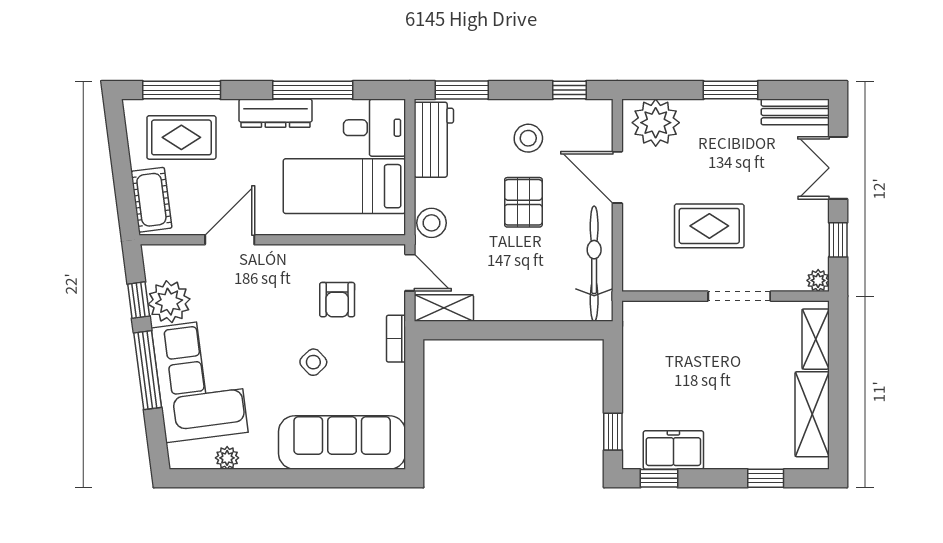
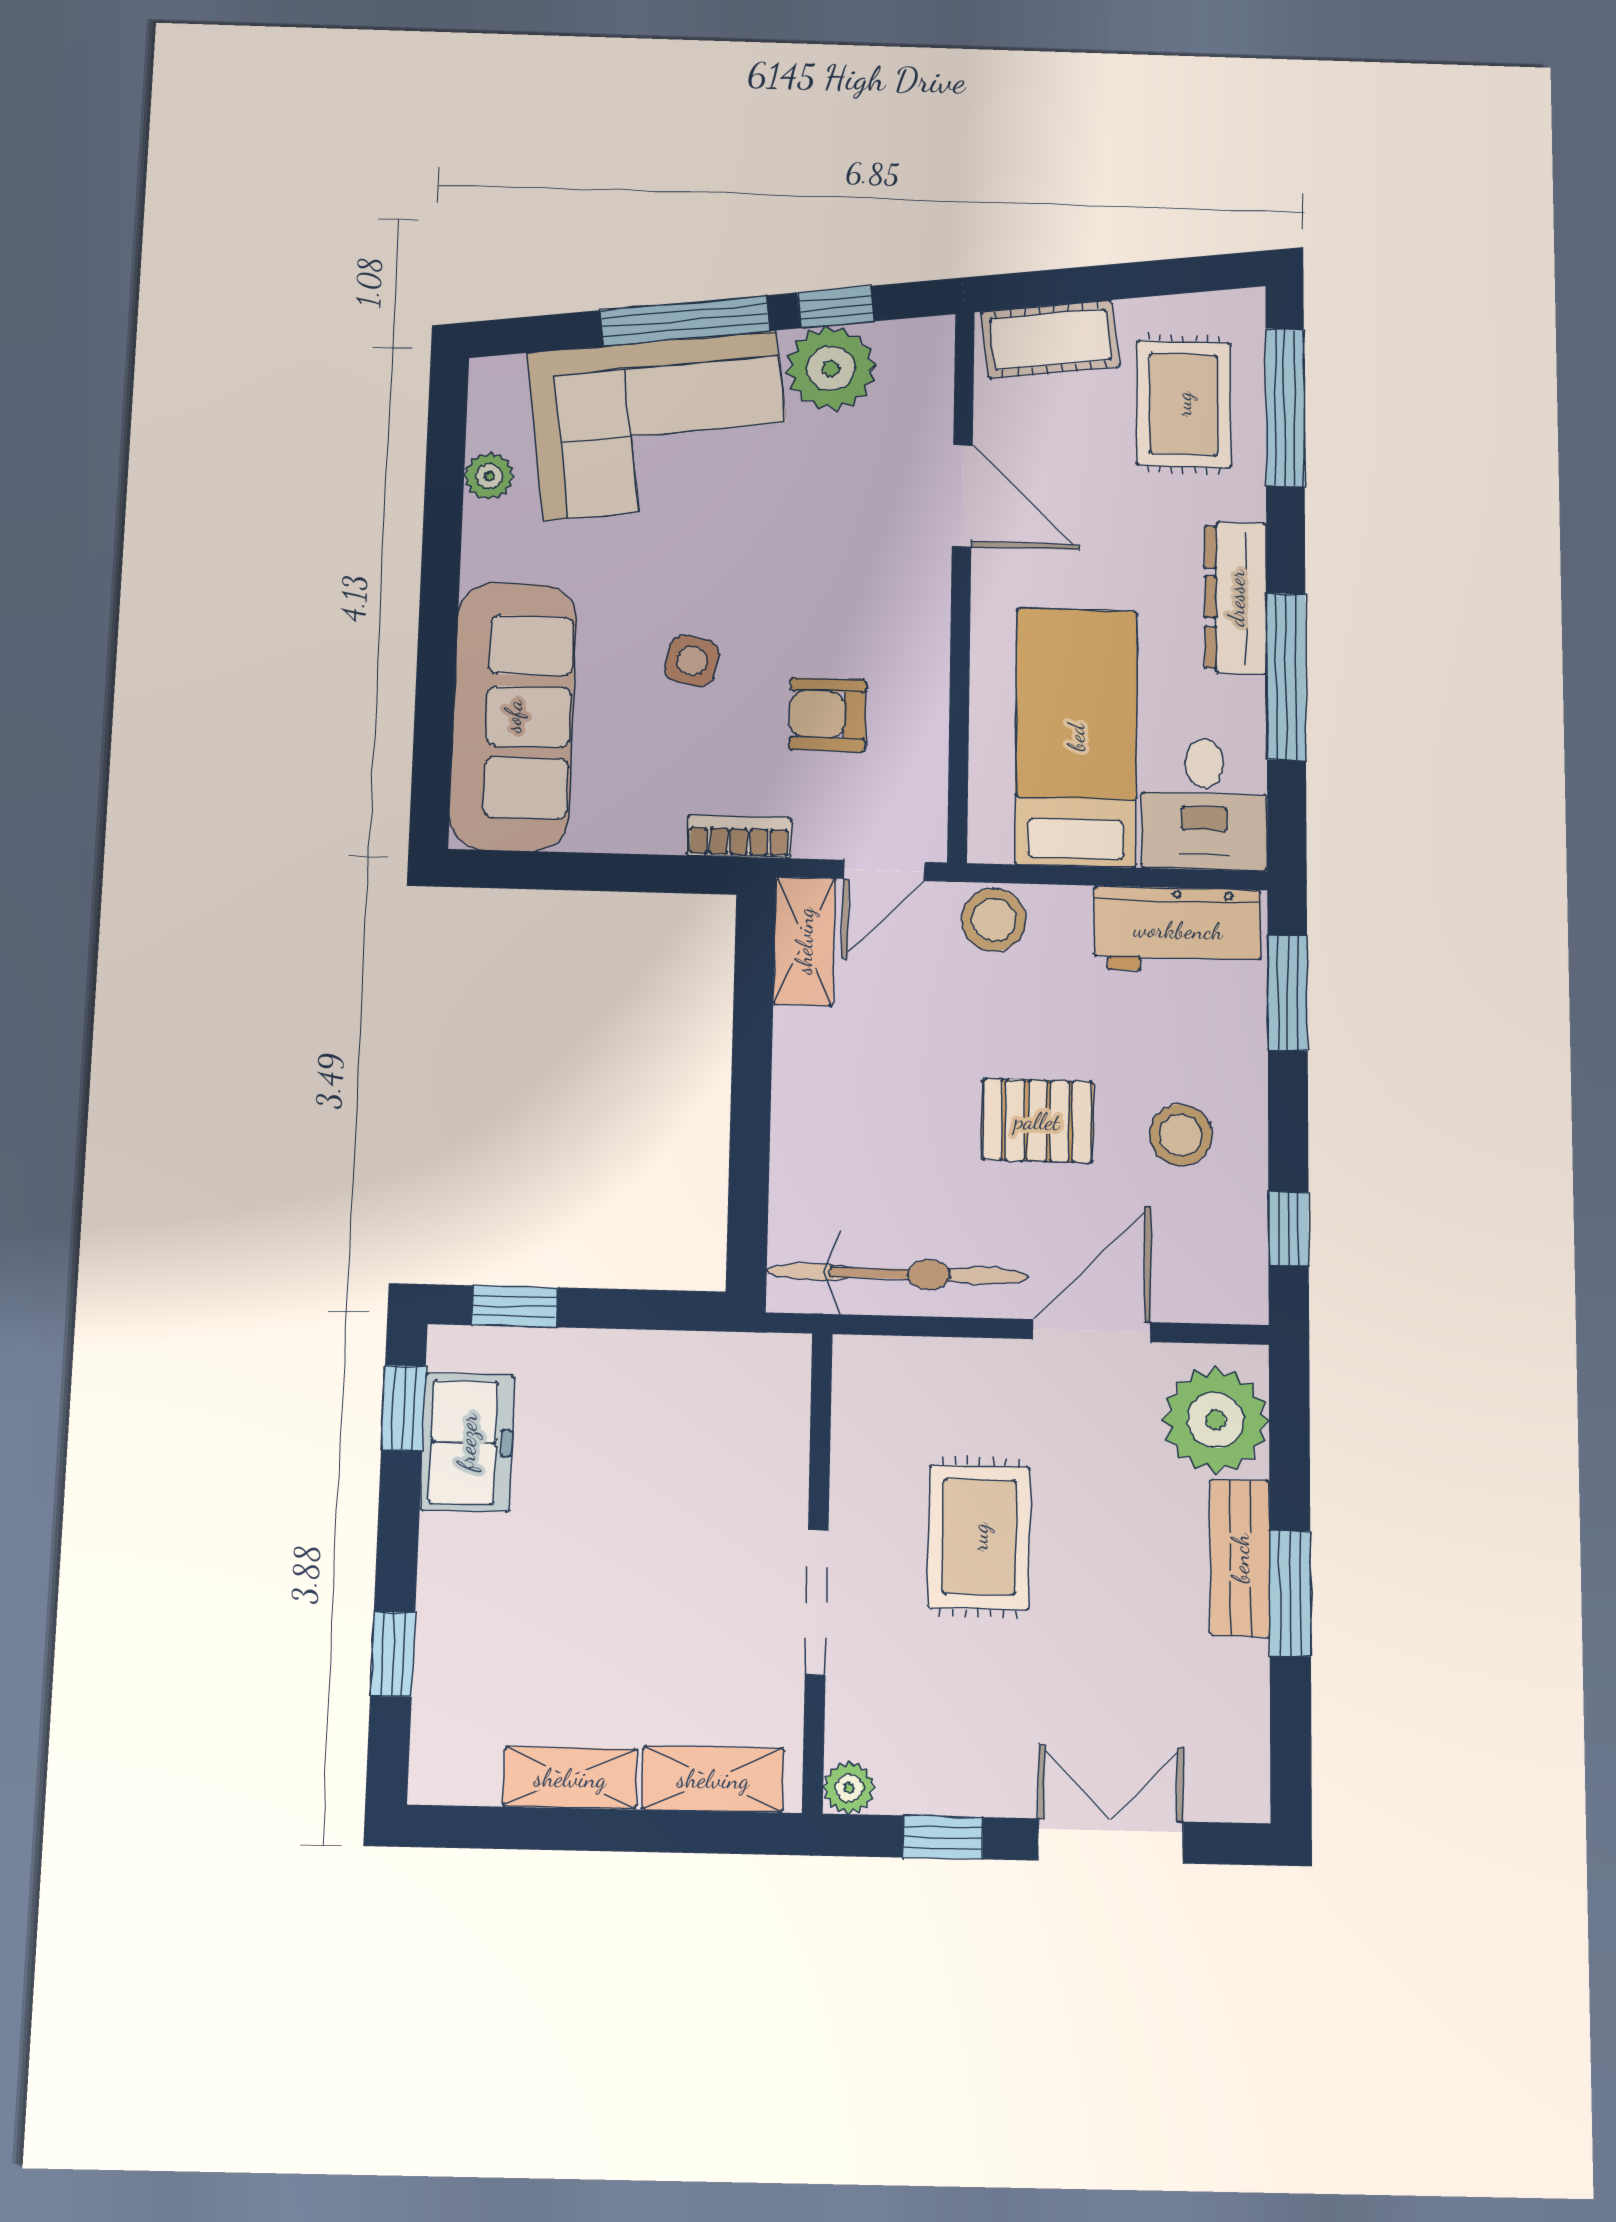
bench: (795, 112) -> (1240, 1558), moved
side table: (313, 362) -> (692, 661), turned -34
shelving: (812, 414) -> (570, 1778), width x0.67, depth x0.75

